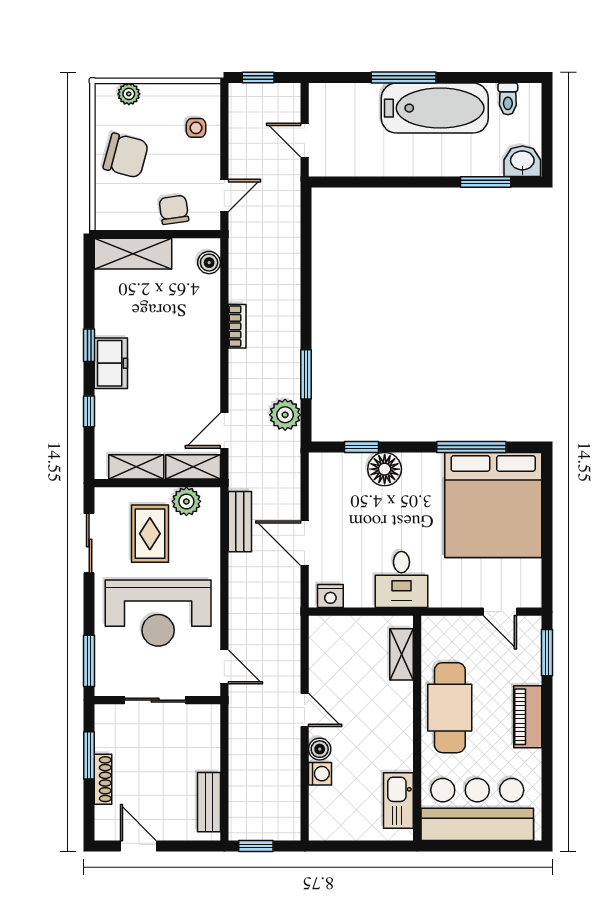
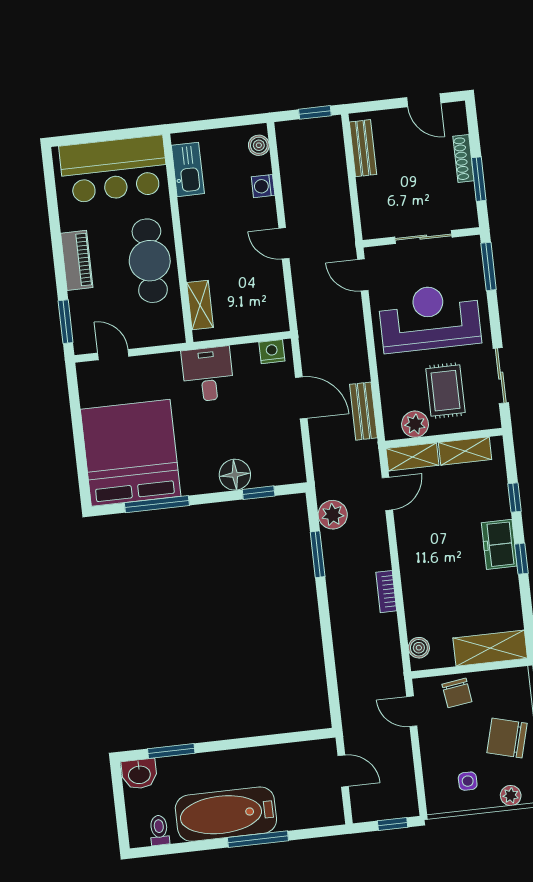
side table: (196, 128) -> (468, 781), moved
door: (224, 196) -> (412, 711), hinge flipped
boiler: (320, 749) -> (259, 145), moved

